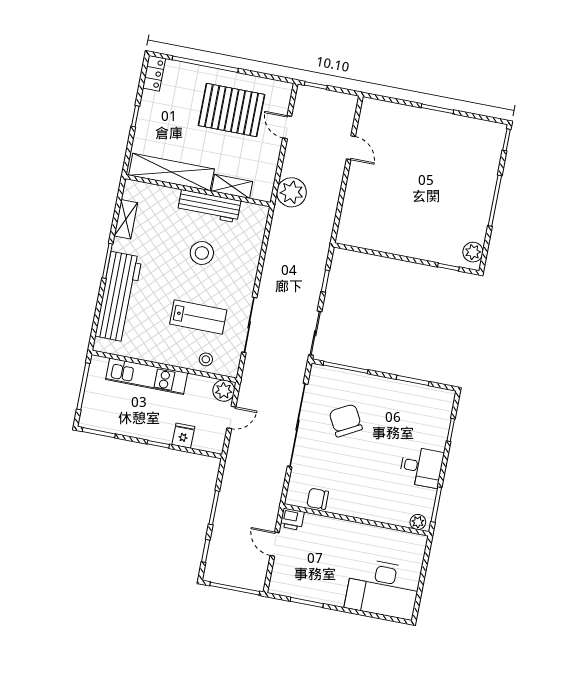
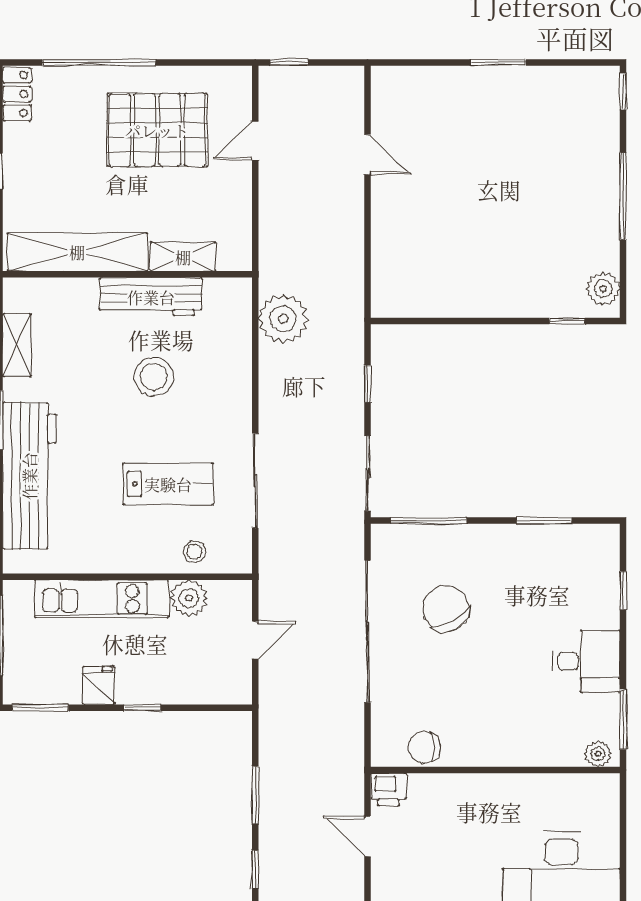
door: (287, 127) -> (255, 141), hinge flipped
plant: (292, 192) -> (283, 319), moved
plant: (224, 391) -> (189, 598), moved
fridge: (183, 436) -> (99, 686), moved

